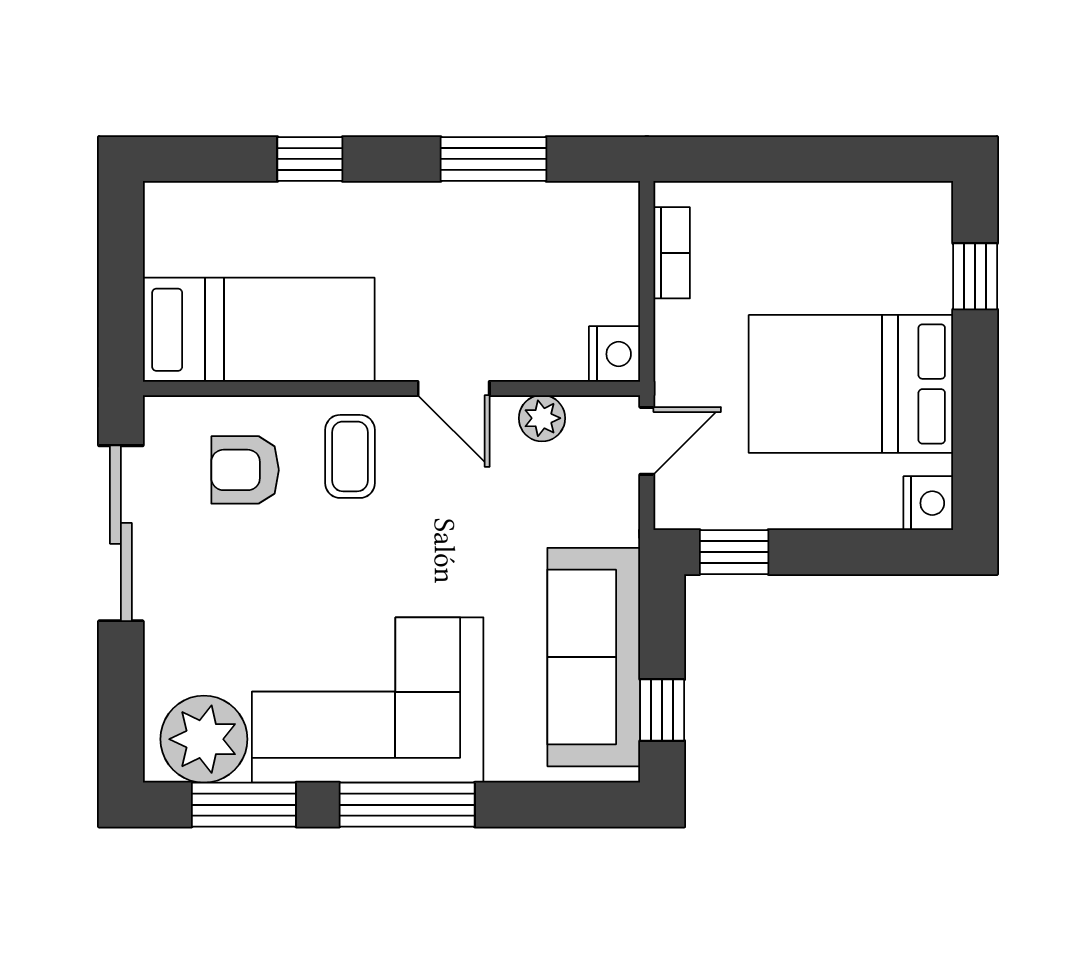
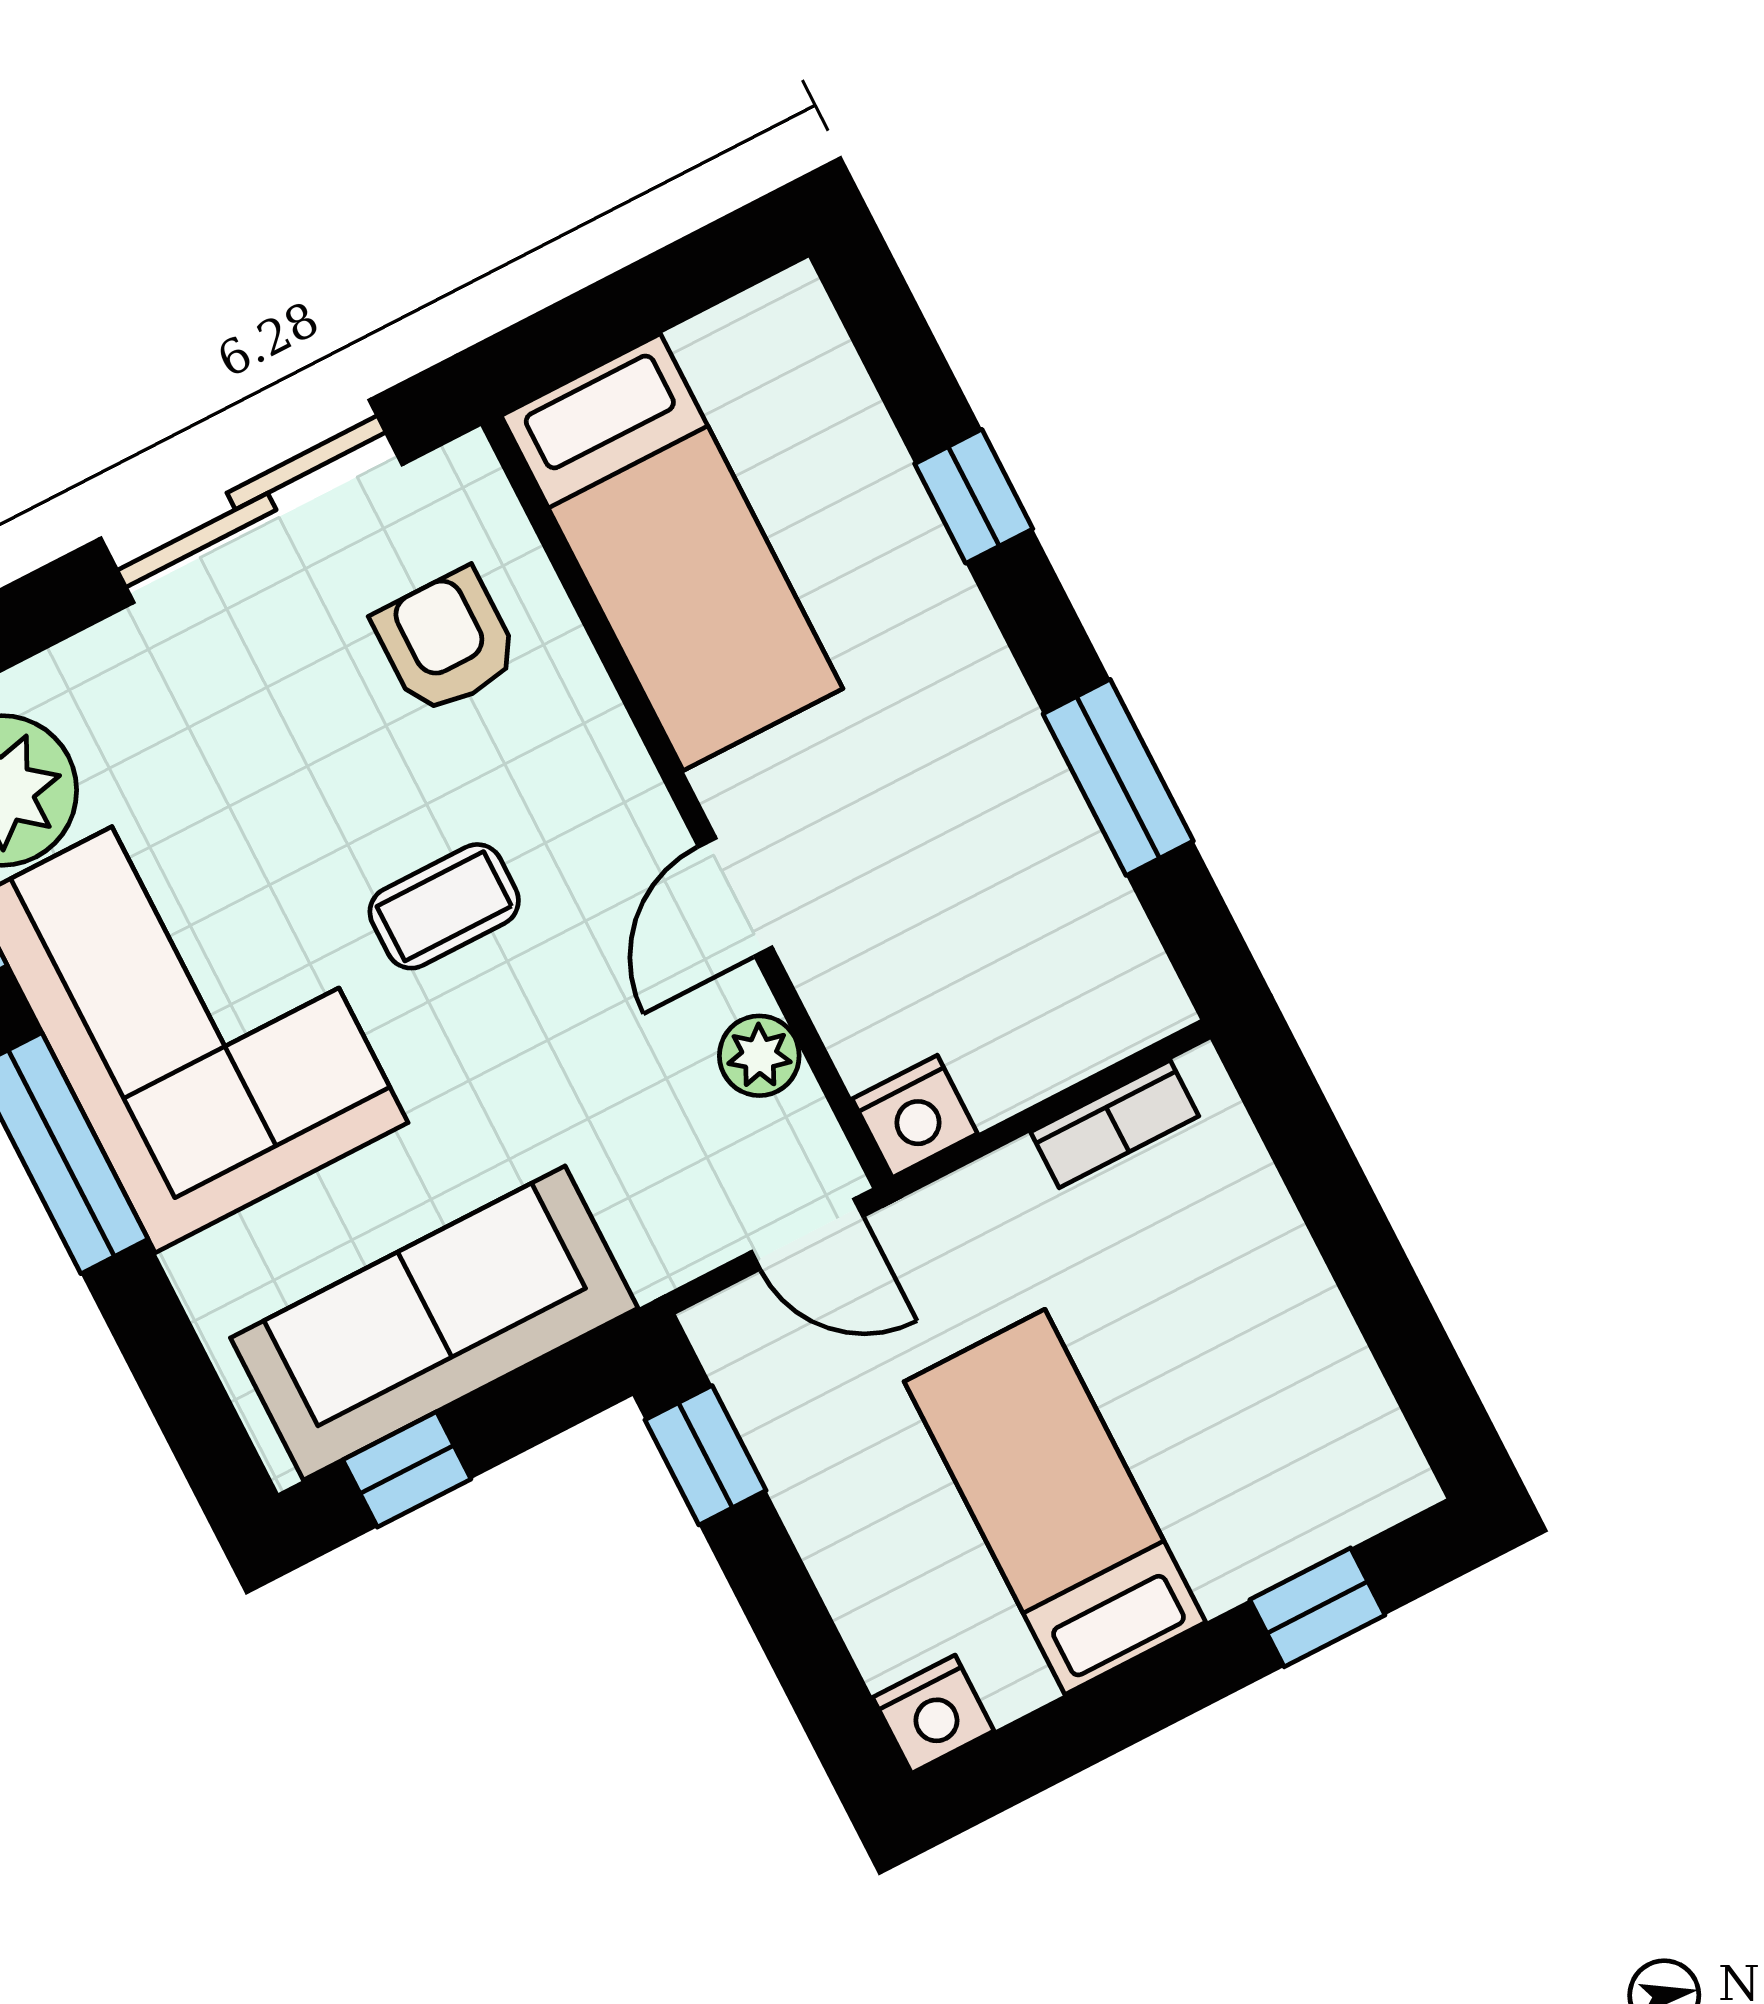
bed: (851, 384) -> (1055, 1502), width x0.67
coffee table: (350, 456) -> (444, 906), moved

